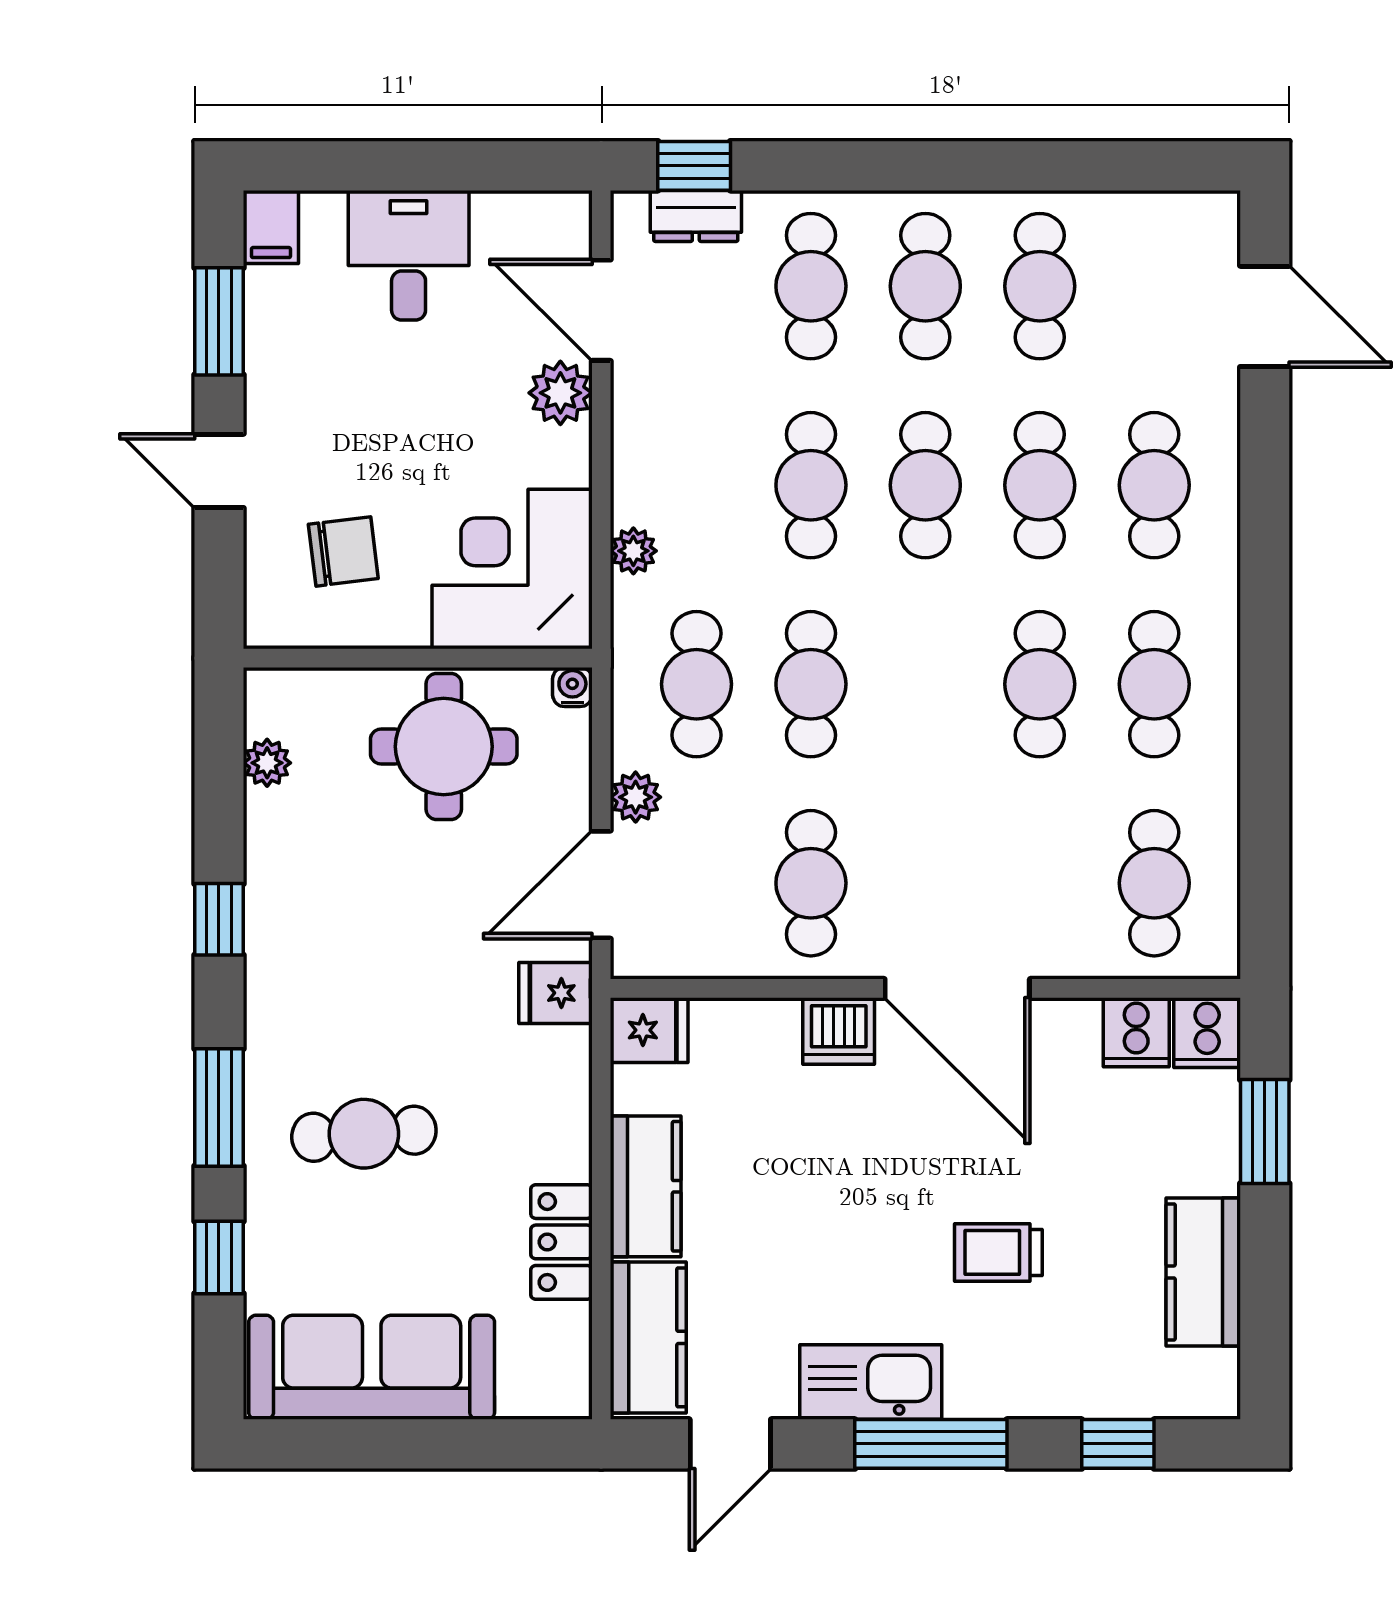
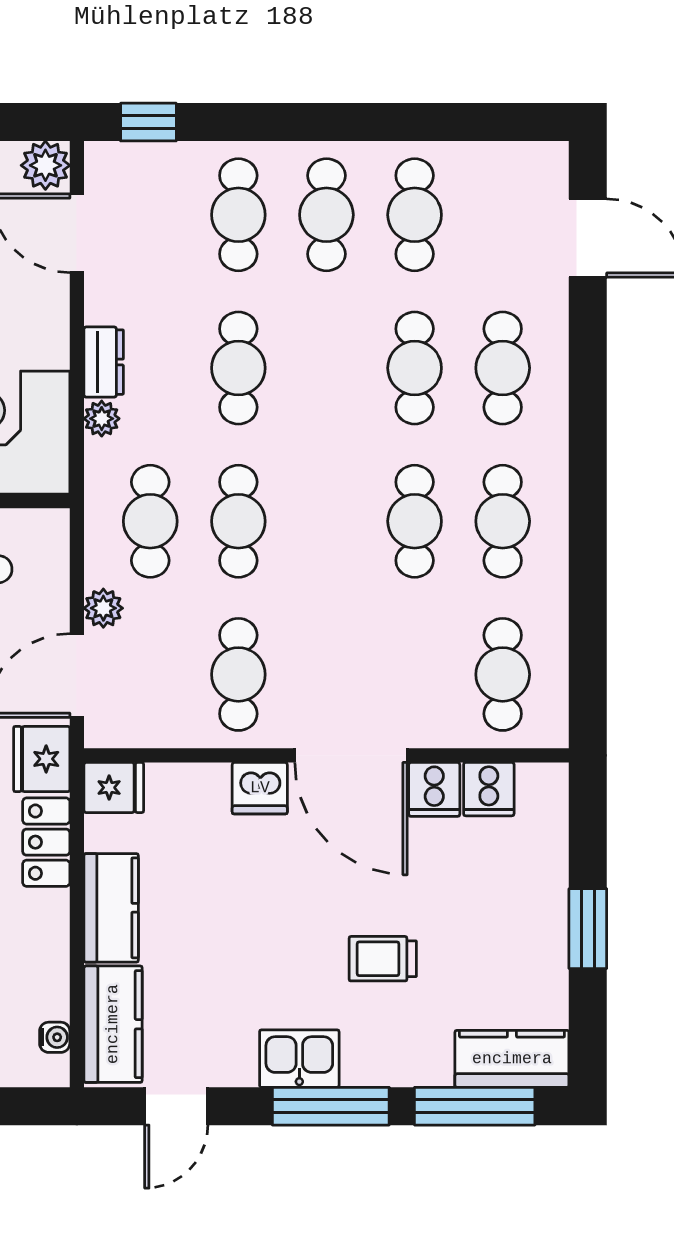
dresser: (696, 216) -> (104, 362), moved, turned -90
plant: (560, 393) -> (45, 165), moved
cafe table: (925, 485) -> (326, 368), removed
water cooler: (572, 687) -> (55, 1037), moved, turned 90
fridge: (555, 993) -> (42, 759), width x1.38
cooker: (1207, 1033) -> (434, 789), moved
window: (1265, 1132) -> (588, 929), moved
locker: (561, 1242) -> (46, 842), moved
kitchen counter: (1203, 1272) -> (512, 1059), moved, turned 90
kitchen sink: (871, 1382) -> (299, 1059), width x0.73
window: (1118, 1444) -> (475, 1106), width x2.17

